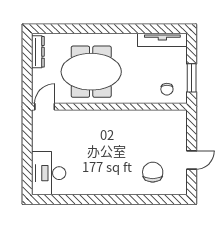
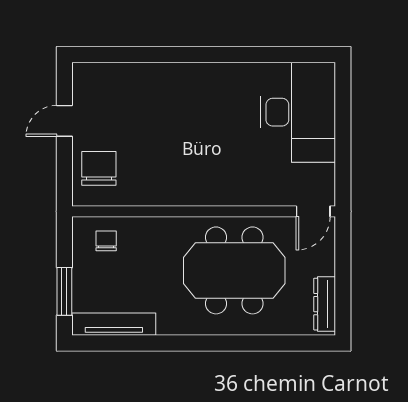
window: (192, 78) -> (64, 291), moved
chair: (153, 172) -> (99, 168), moved, turned 180
desk: (49, 173) -> (298, 112), width x1.36, depth x1.30

